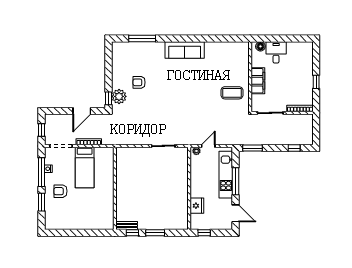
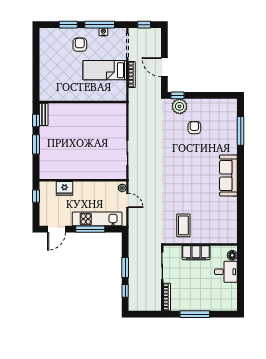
window: (316, 82) -> (195, 314), width x2.17
window: (253, 148) -> (125, 268), moved

